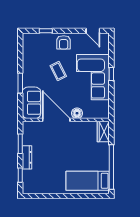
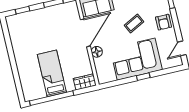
armchair: (64, 42) -> (163, 22), turned -90
dresser: (27, 157) -> (42, 13), removed
bed: (88, 181) -> (52, 73), moved

